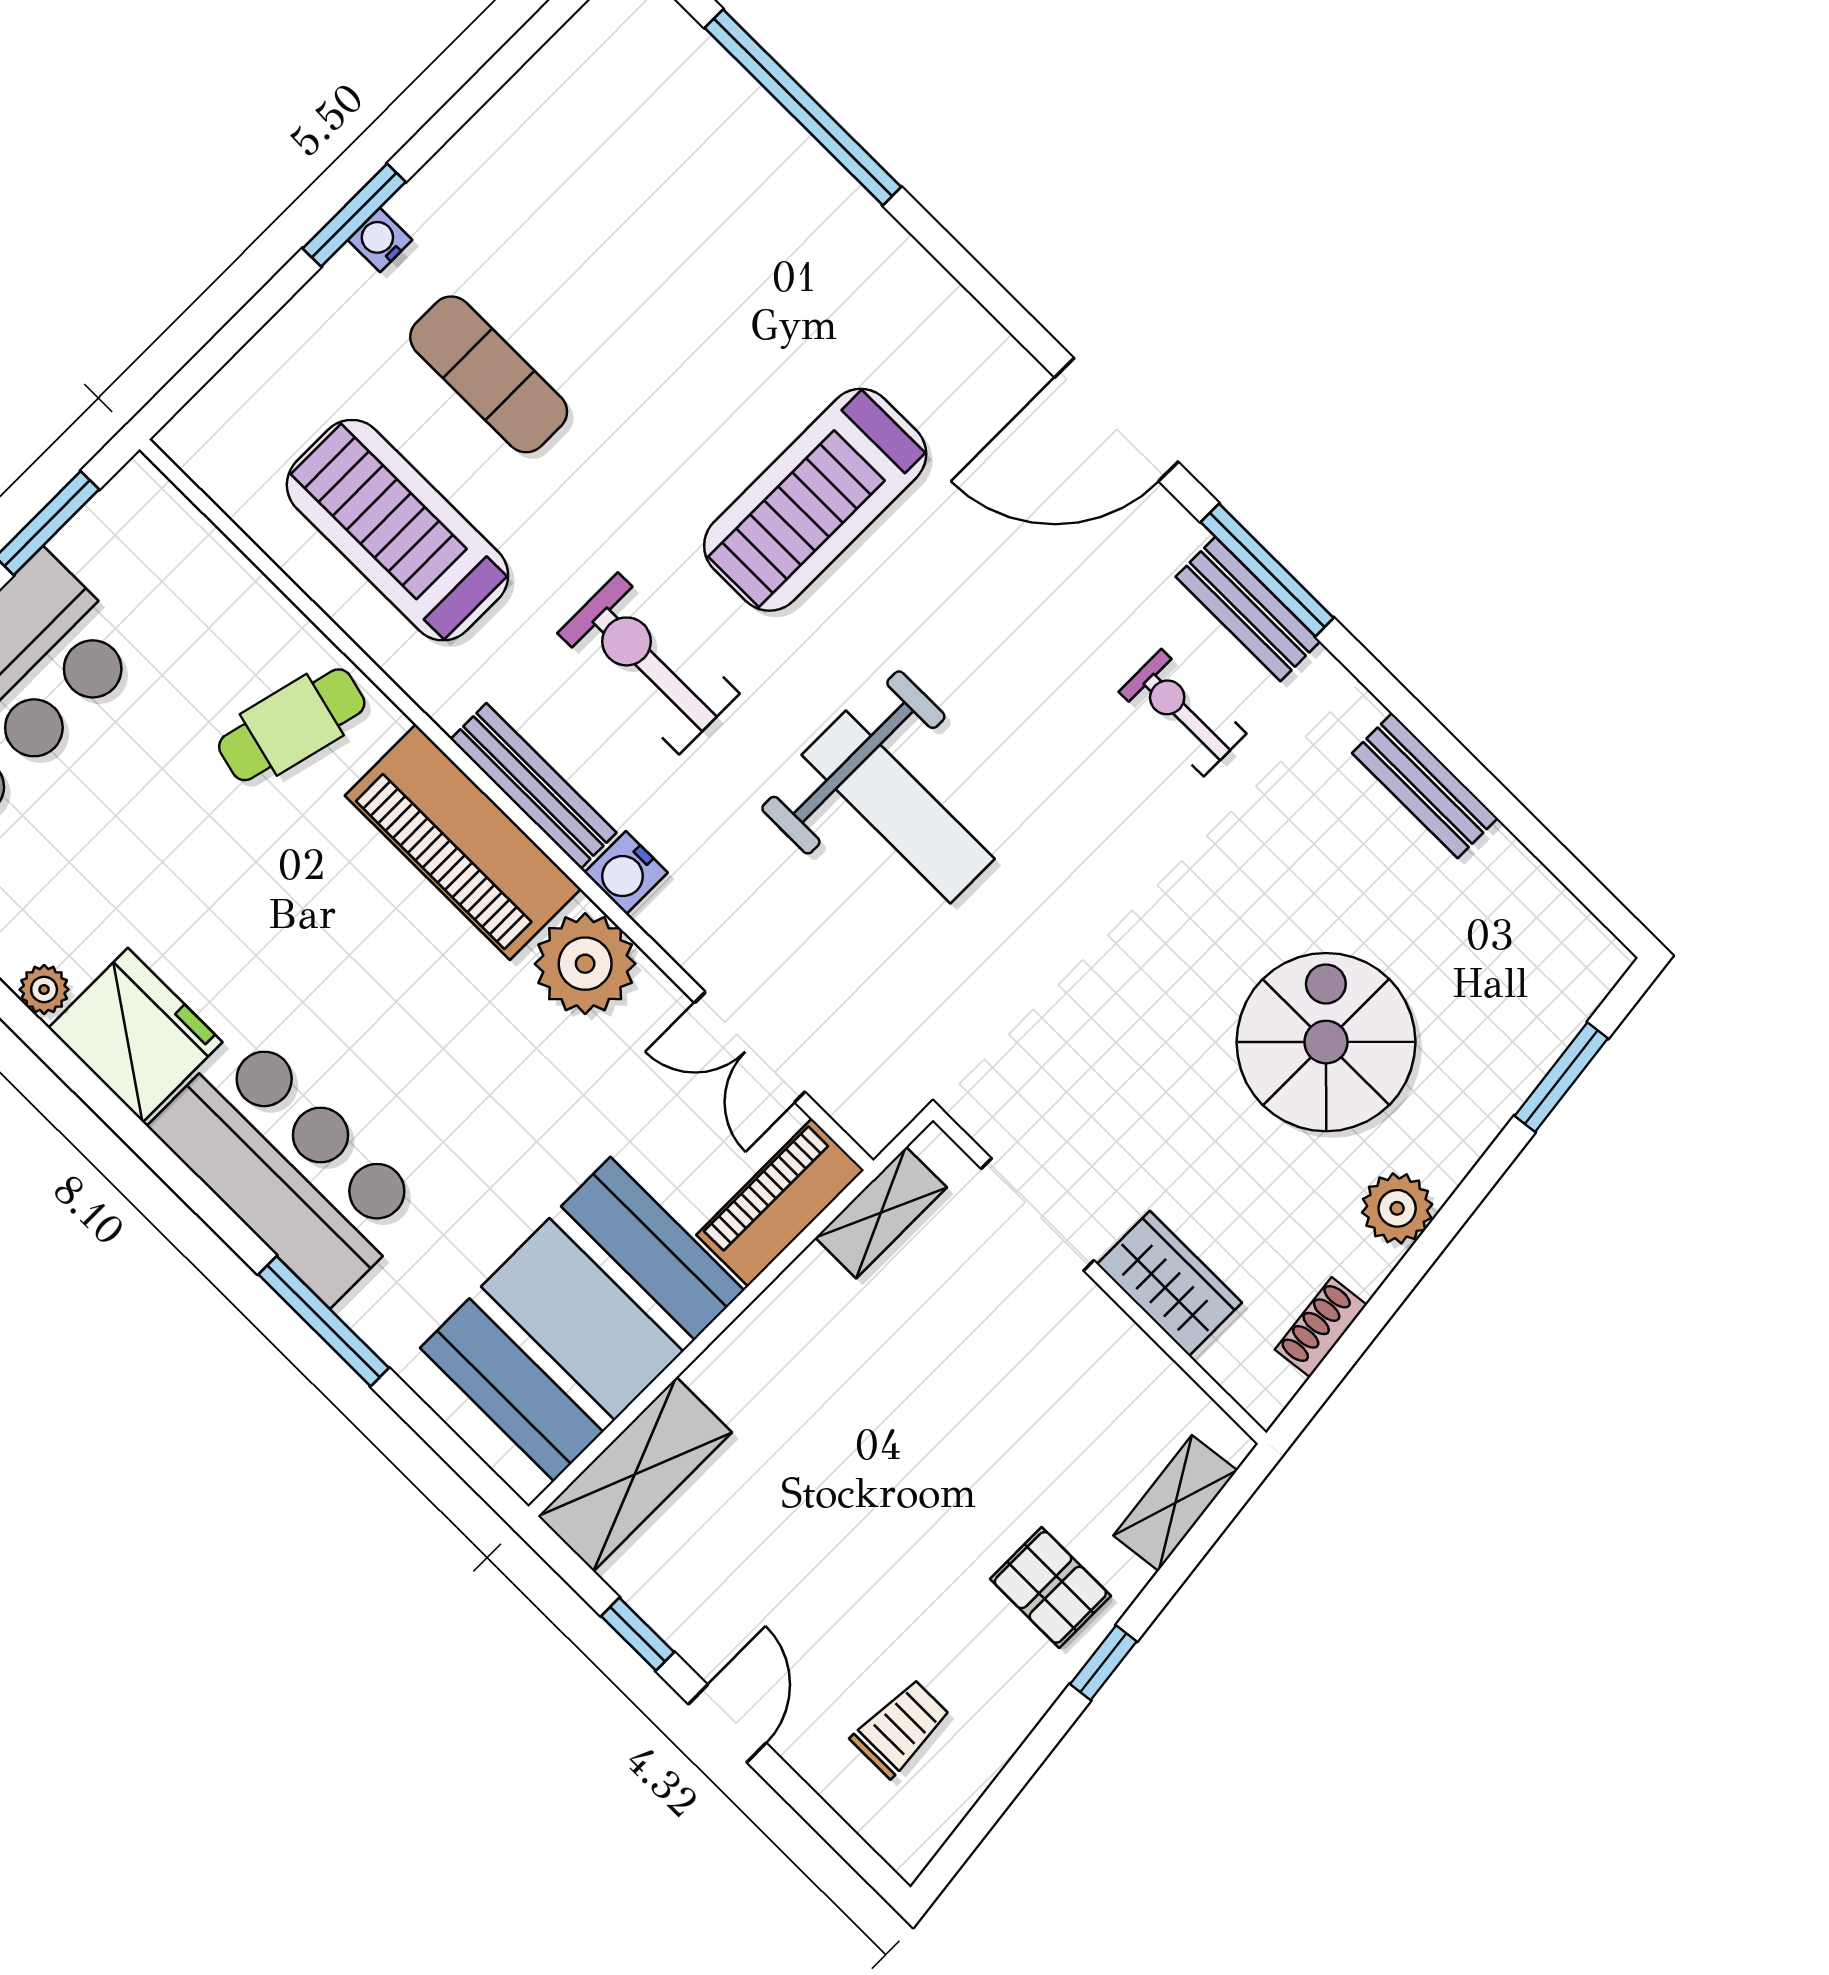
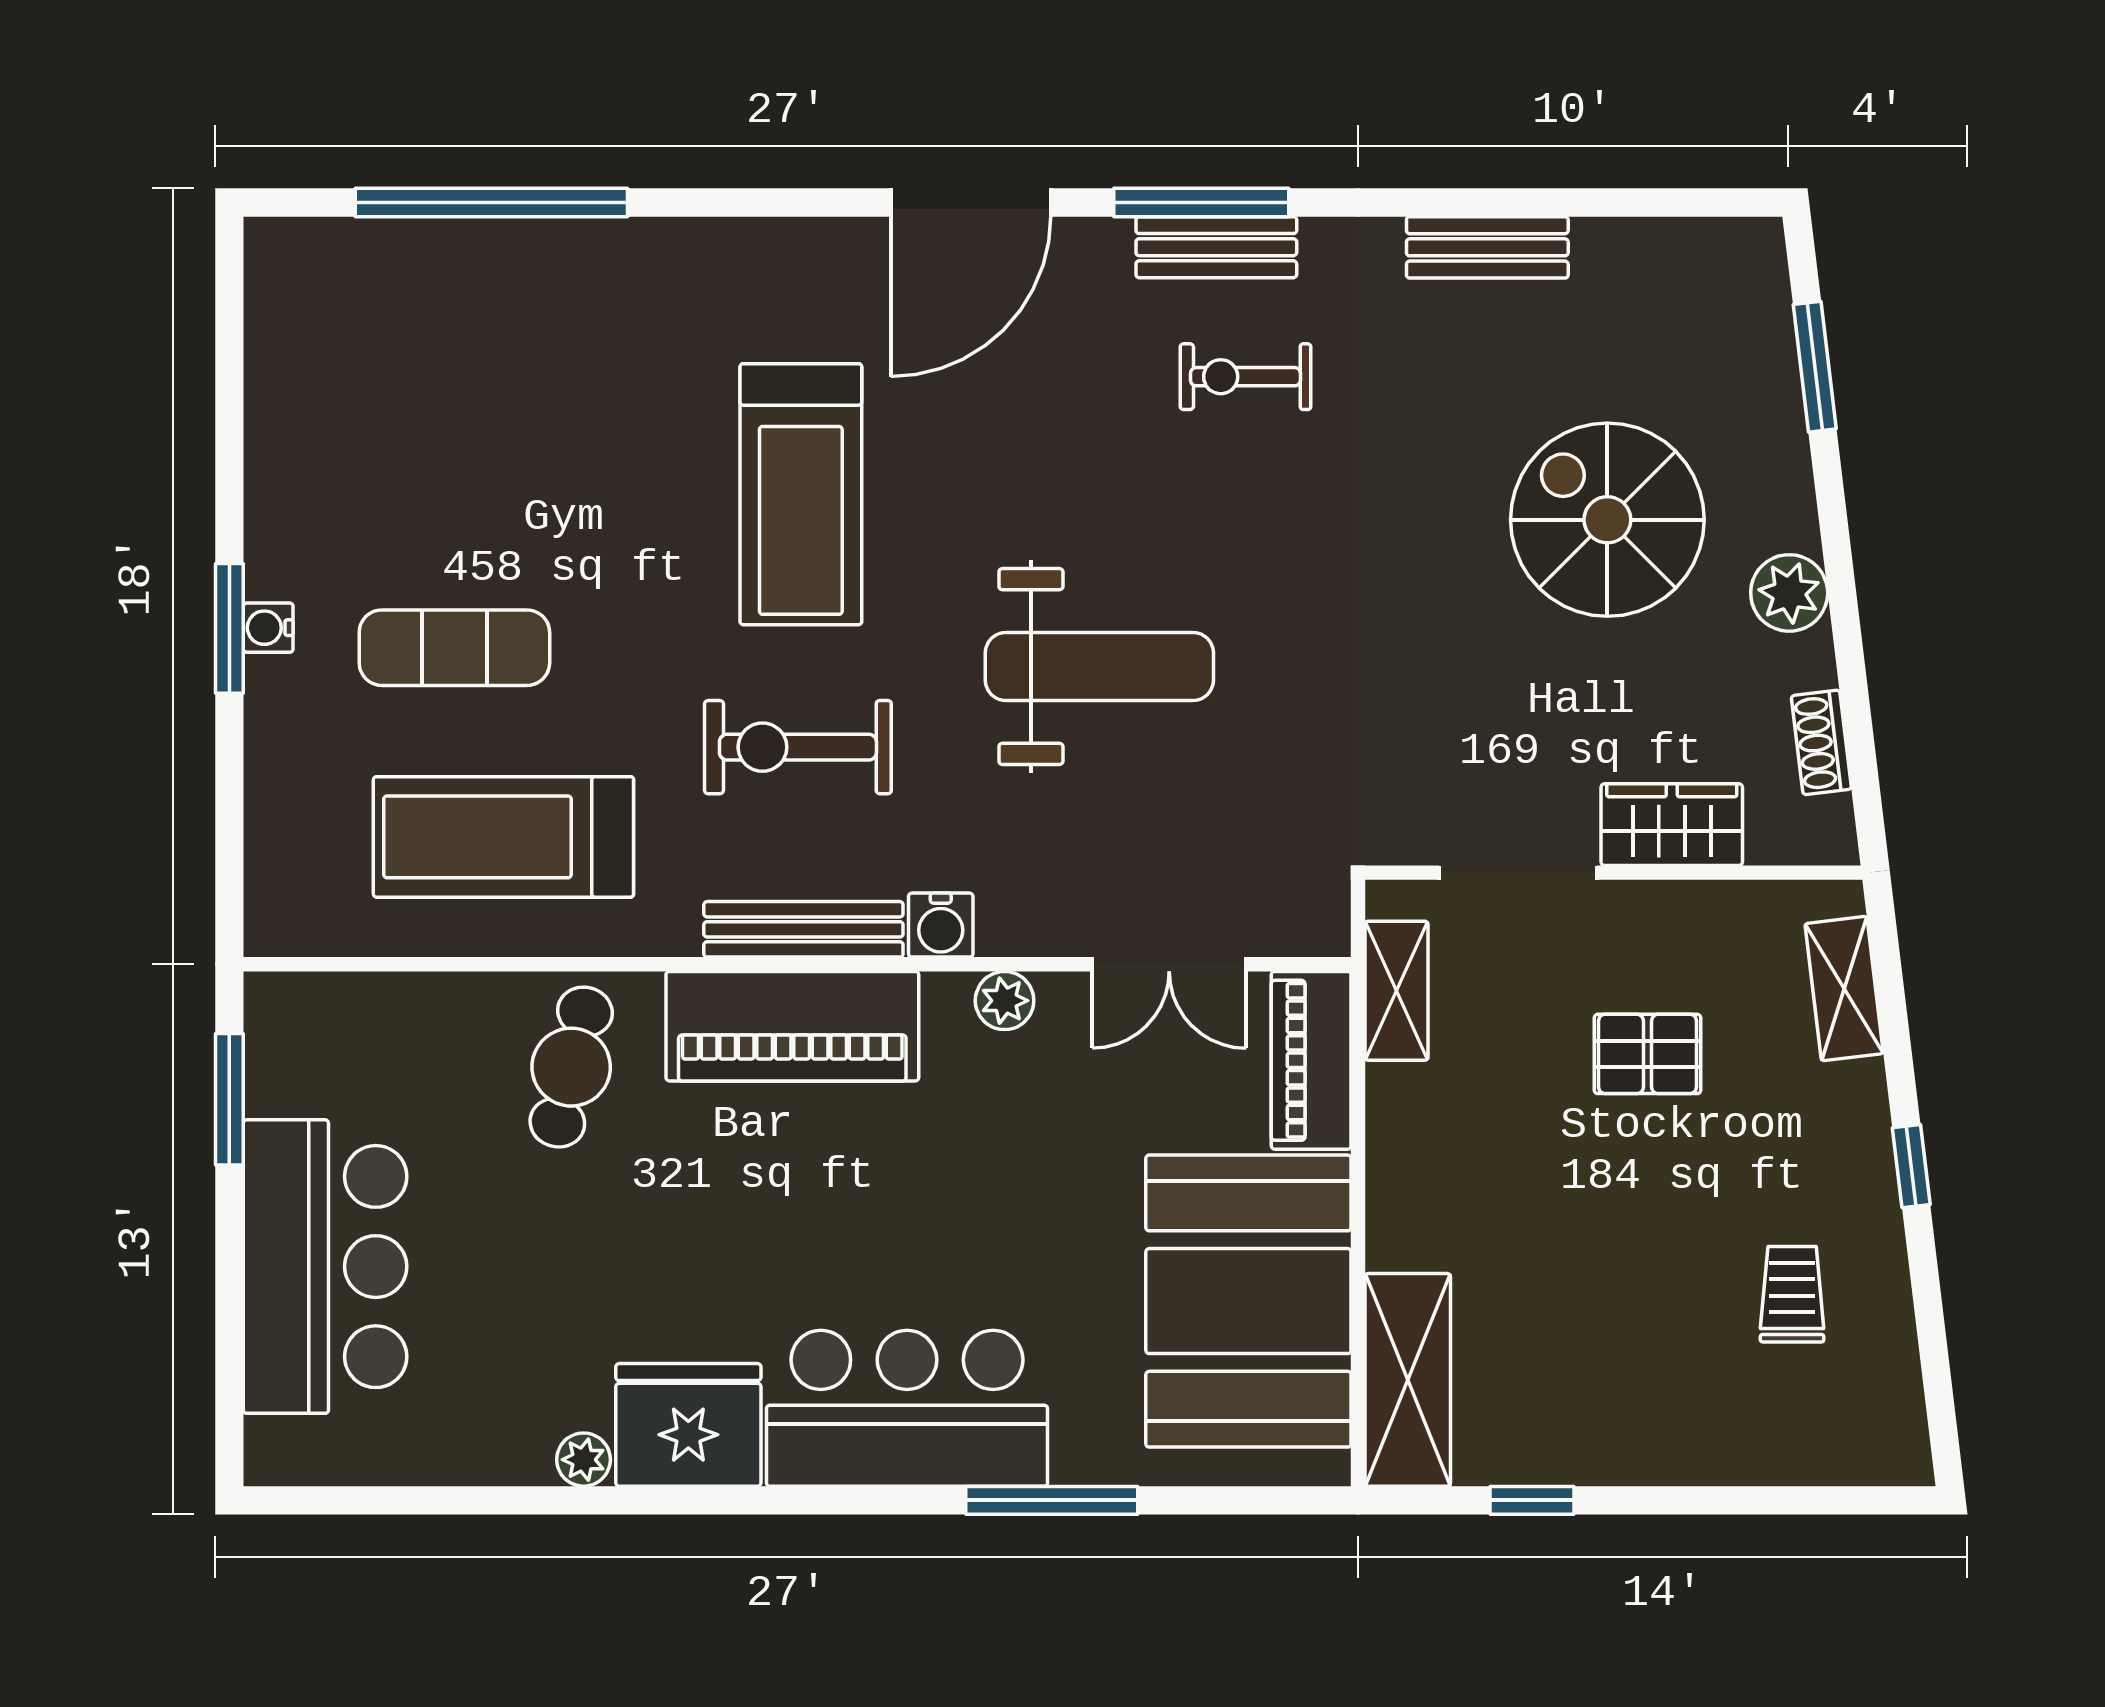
plant: (585, 964) -> (1005, 1001), width x0.53, depth x0.53
pallet: (1050, 1587) -> (1648, 1054), moved
door: (727, 1723) -> (1669, 1500), removed
trolley: (901, 1728) -> (1792, 1294), moved

